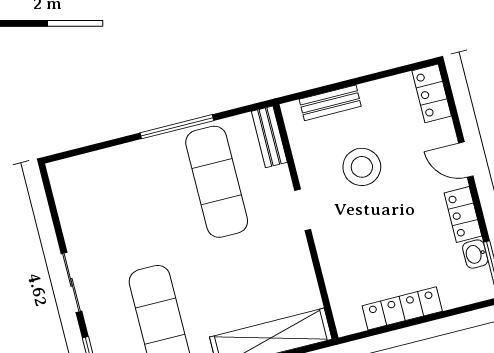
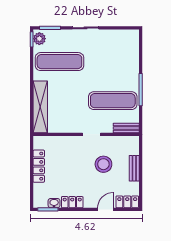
bench: (330, 103) -> (134, 168), moved
door: (466, 160) -> (105, 209), moved

